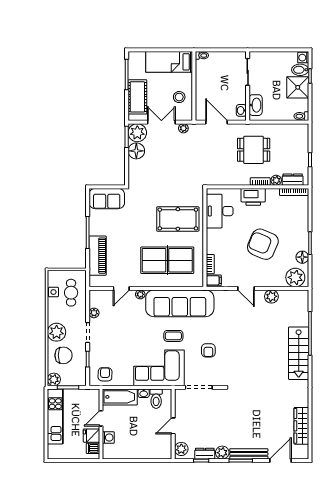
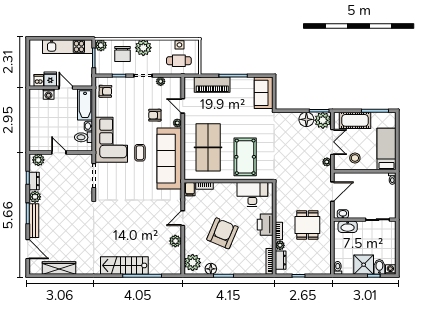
armchair: (208, 350) -> (155, 115), moved

